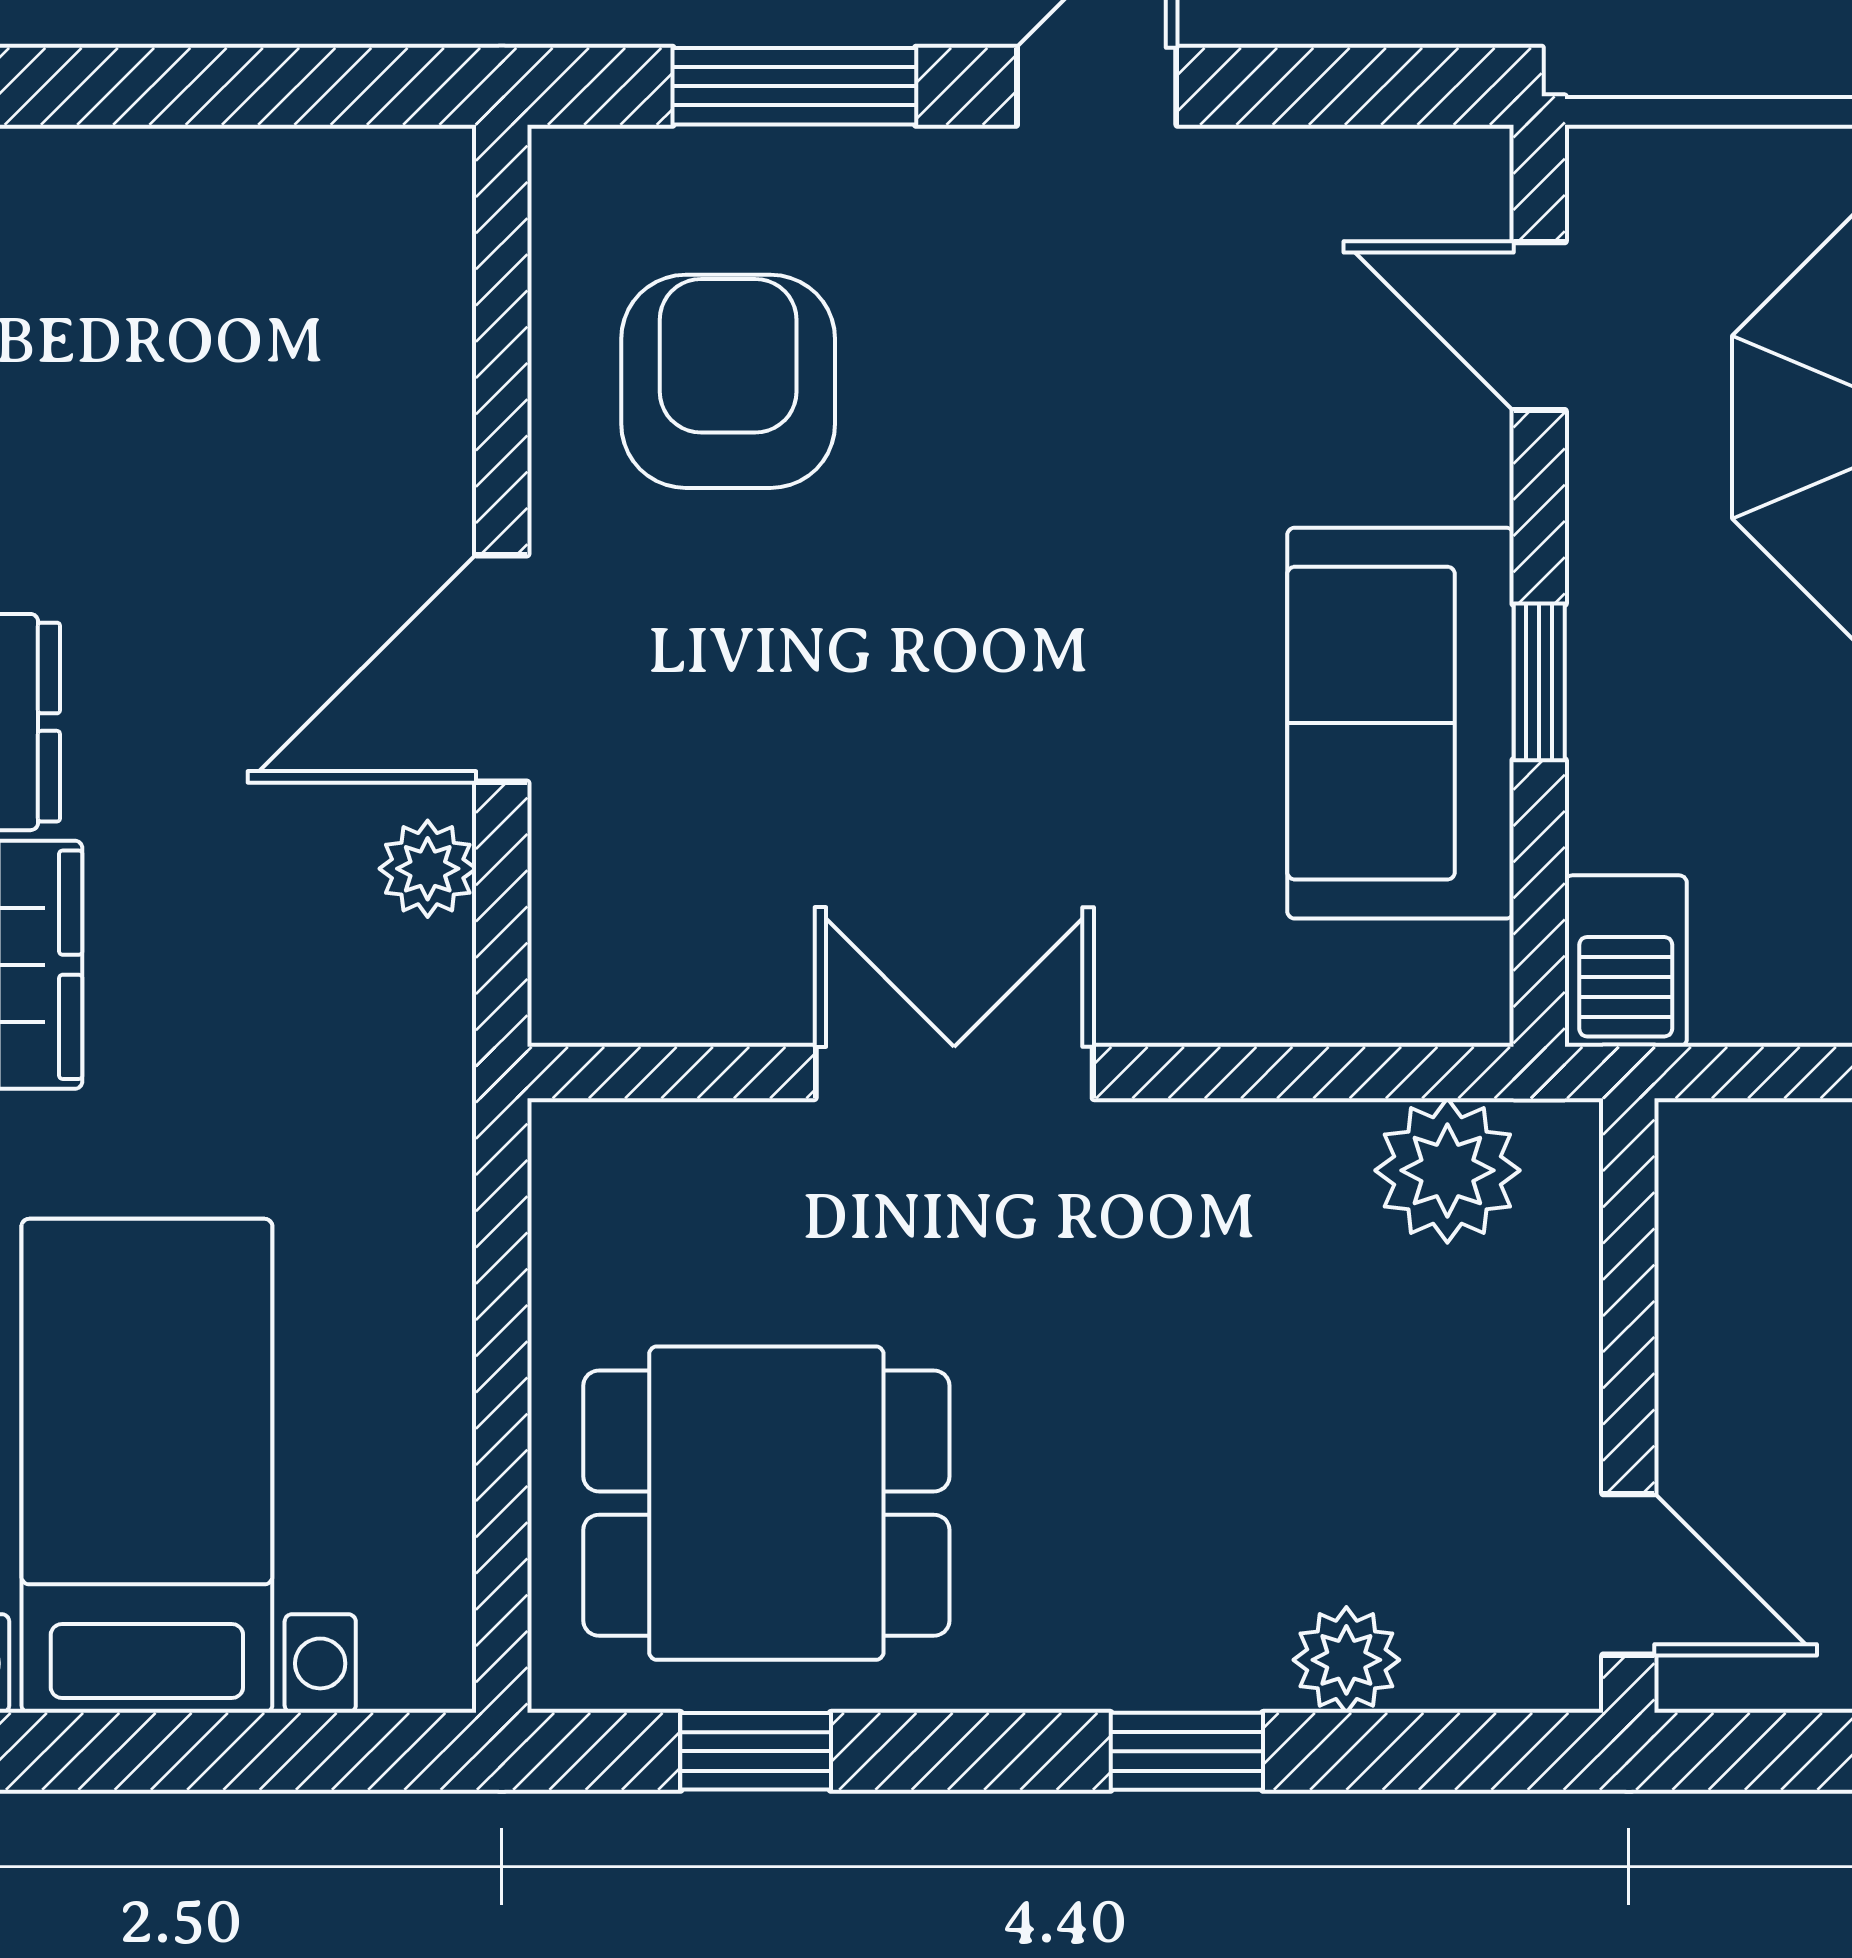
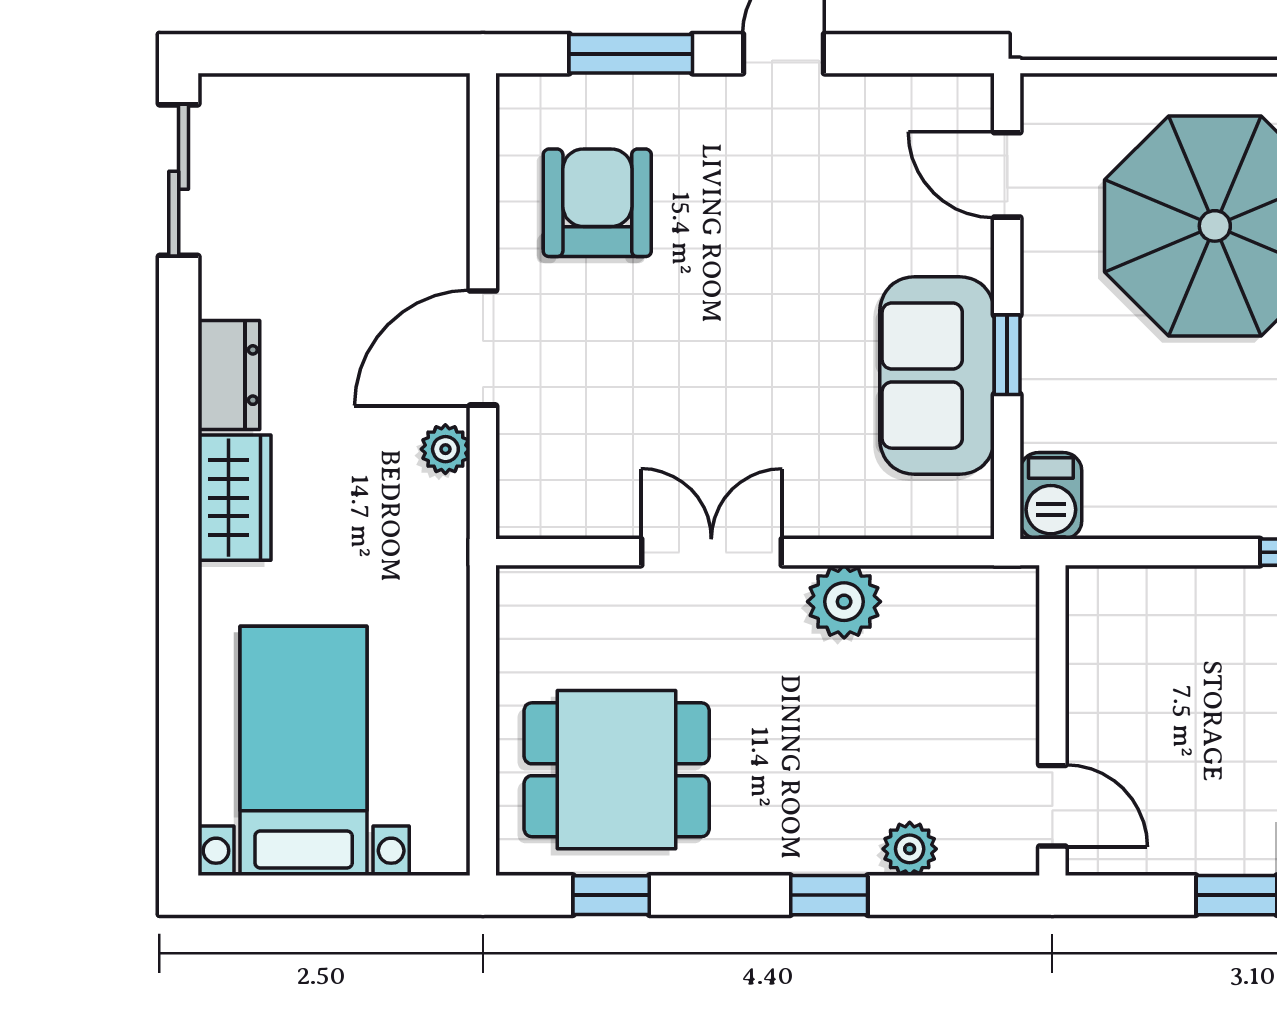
plant: (1447, 1170) -> (844, 602), moved

